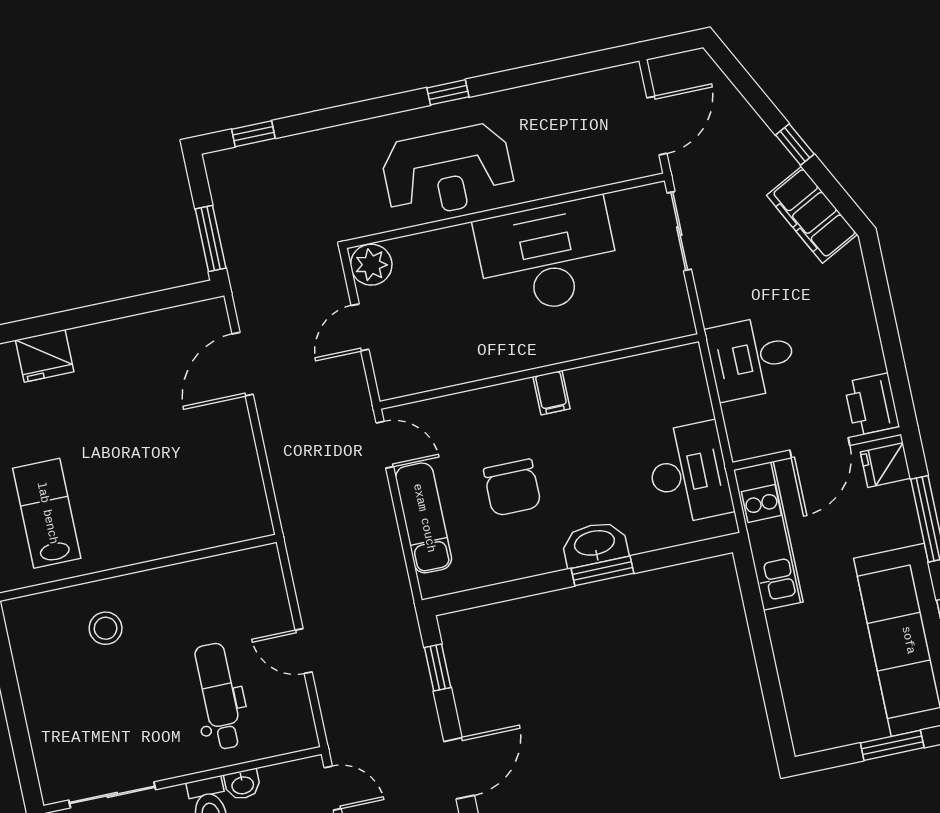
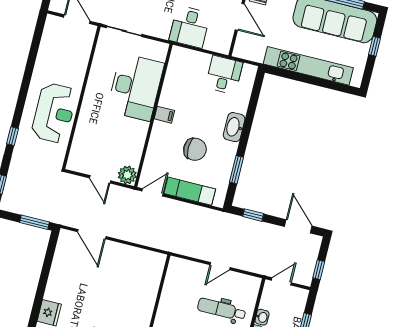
window: (448, 92) -> (12, 136), moved
desk: (548, 257) -> (135, 87), moved, turned 180
plant: (371, 265) -> (127, 175), moved
desk: (689, 473) -> (224, 75), width x0.73
kitchen unit: (768, 536) -> (308, 66), moved, width x1.36
window: (603, 571) -> (236, 170), moved
window: (892, 745) -> (374, 46), width x0.67

